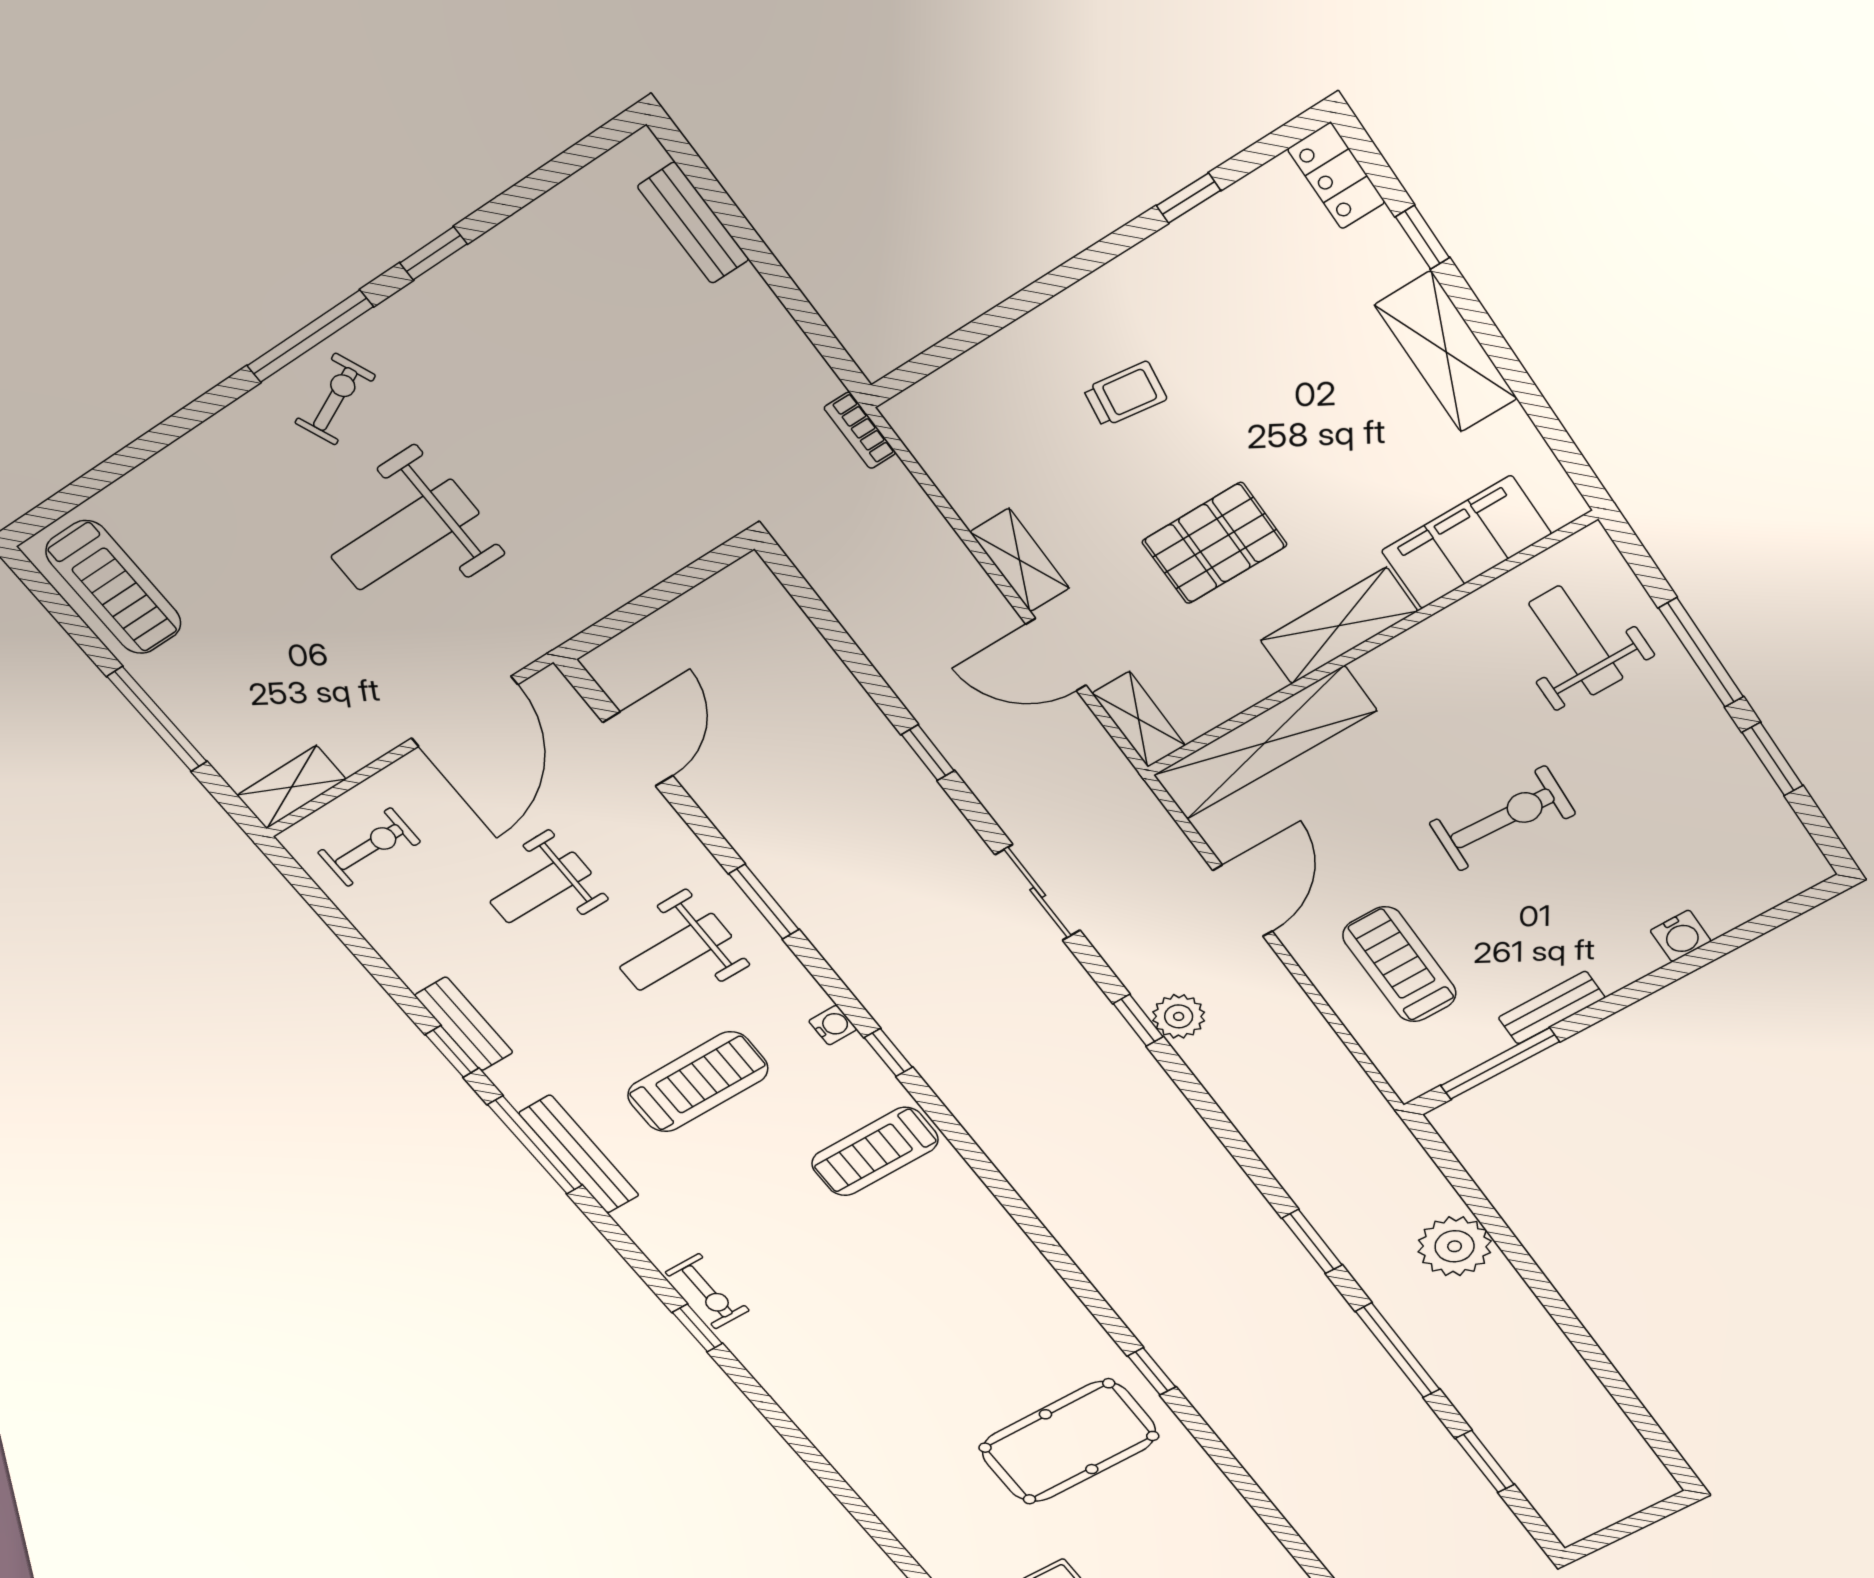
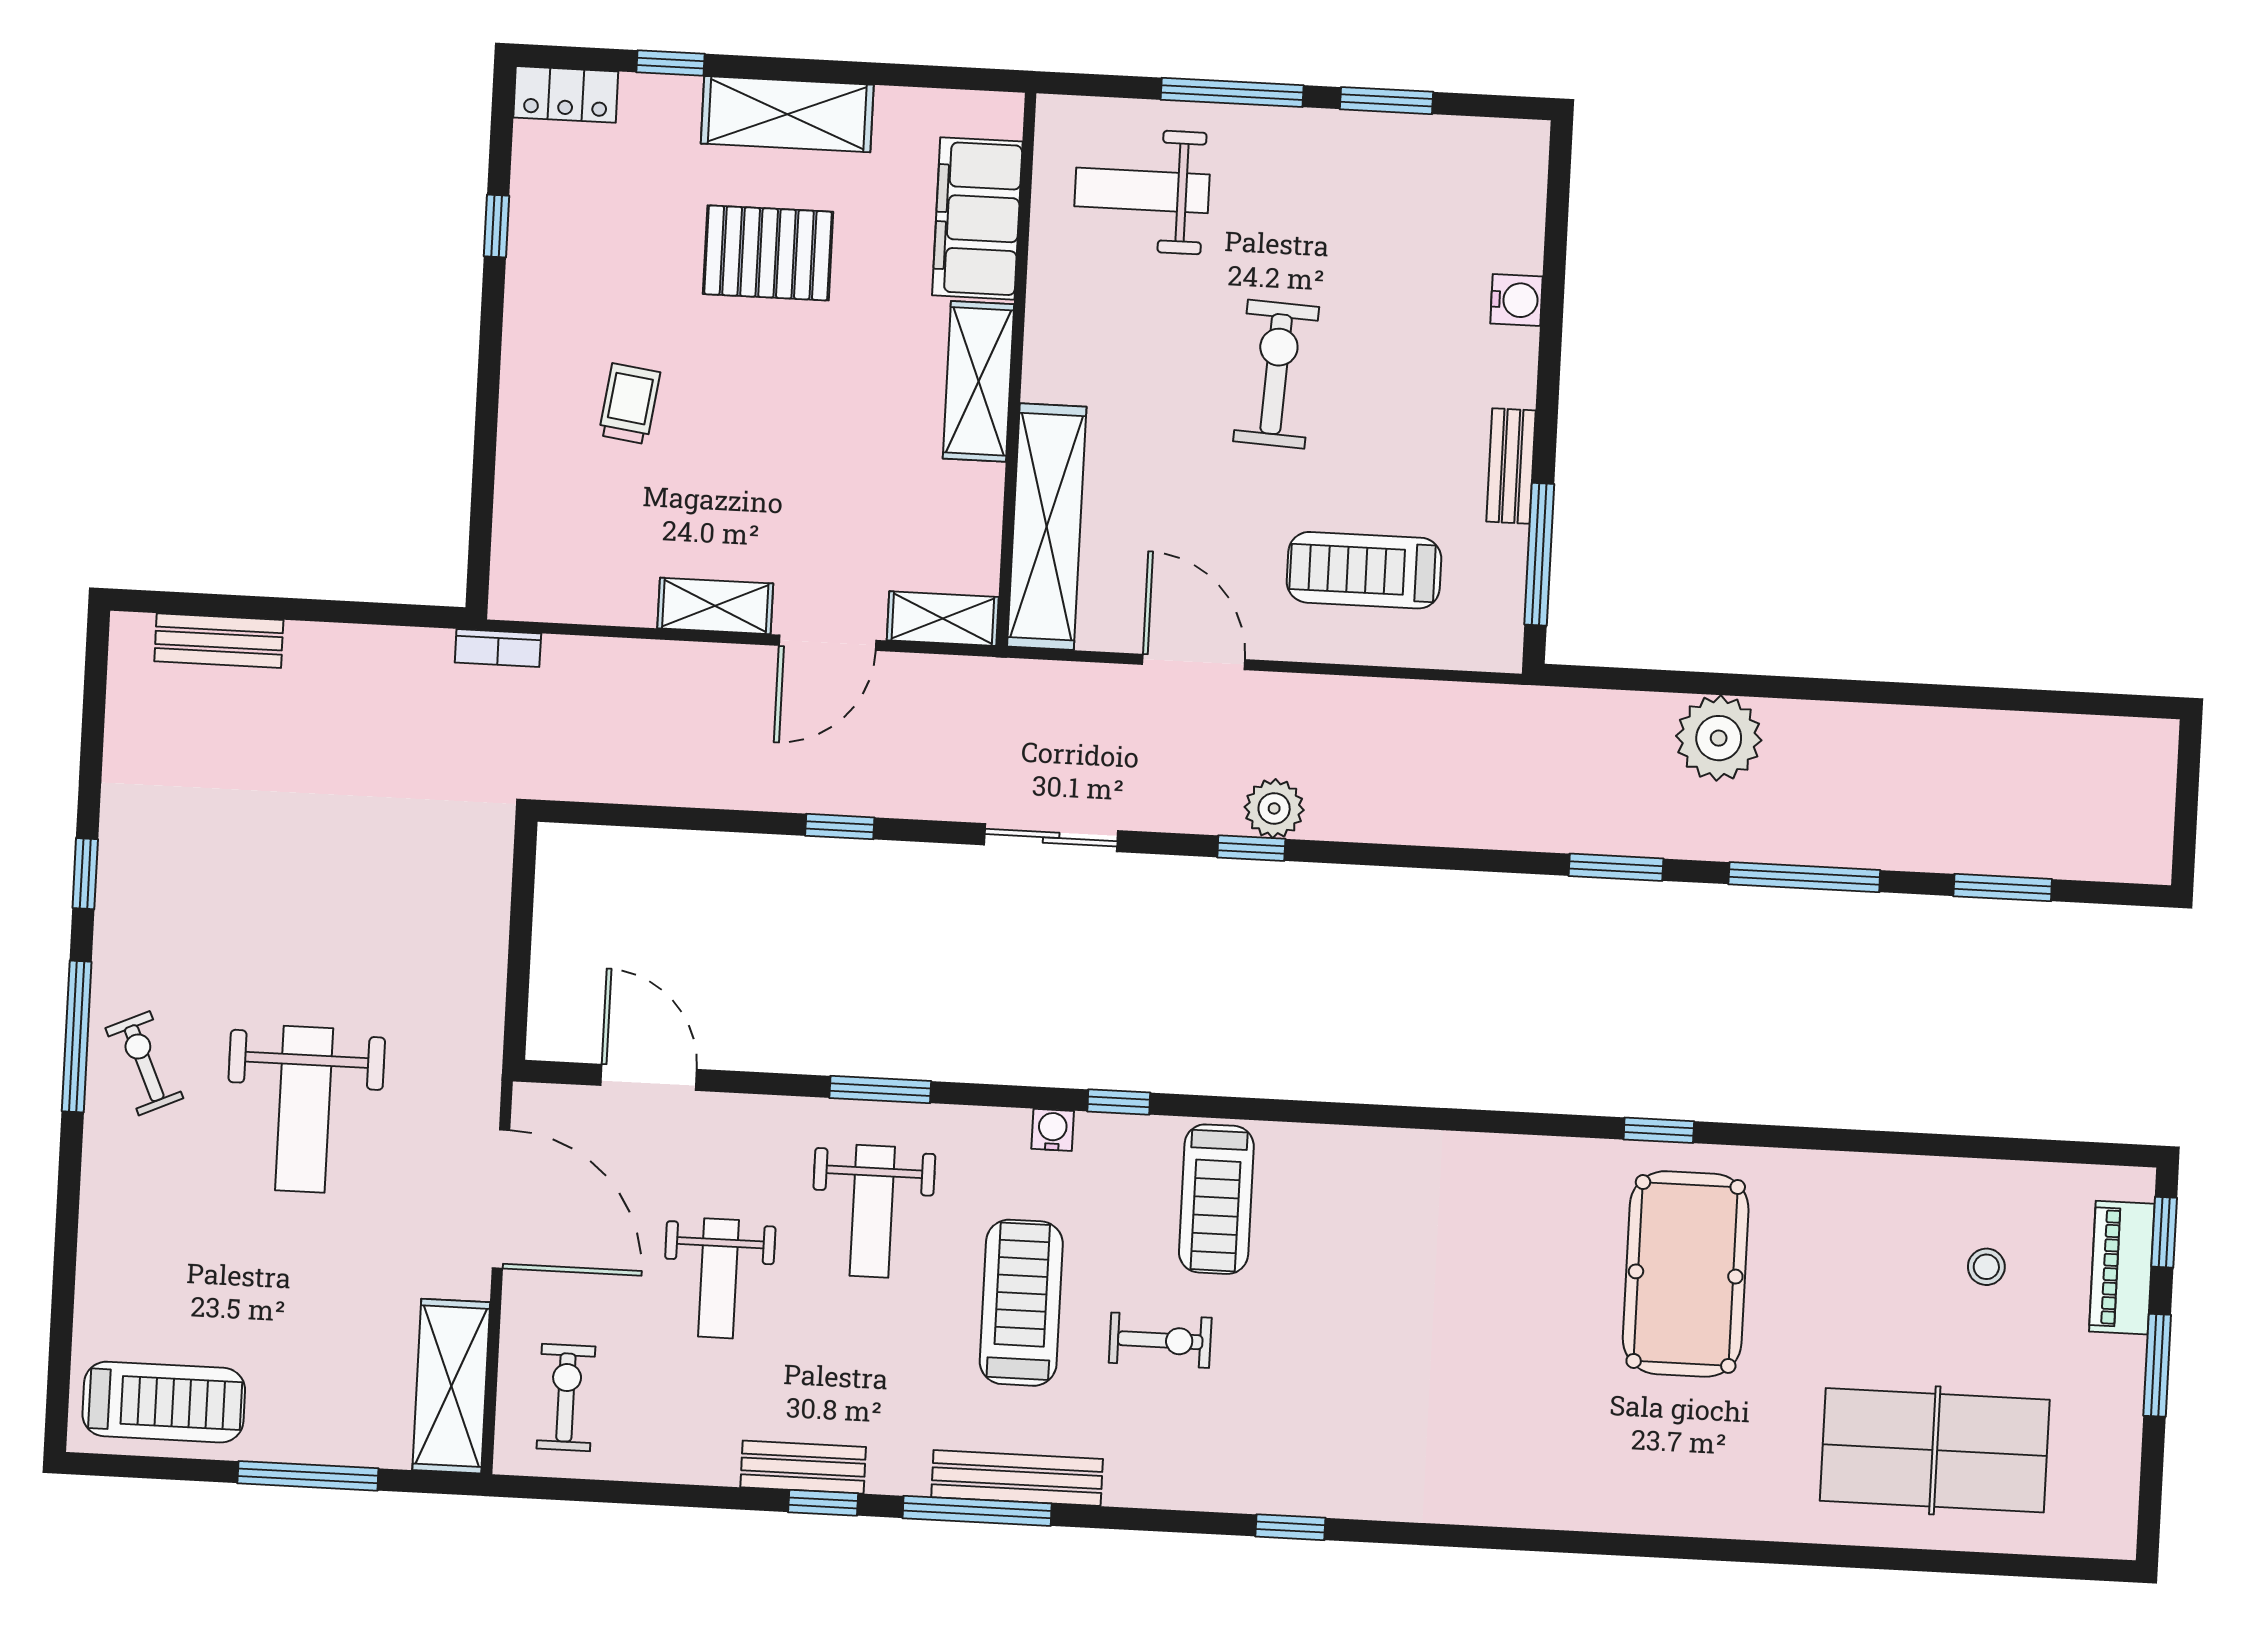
pallet: (1214, 543) -> (768, 253), moved, turned 90
shelving: (291, 787) -> (451, 1386), width x1.50, depth x1.33
exercise bike: (707, 1291) -> (1160, 1340), moved

